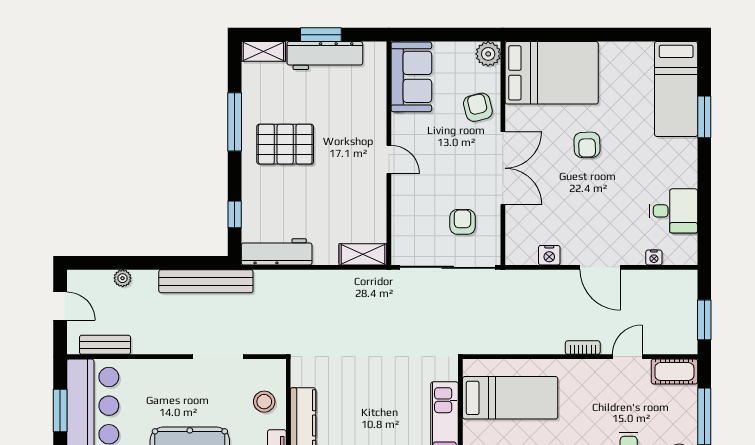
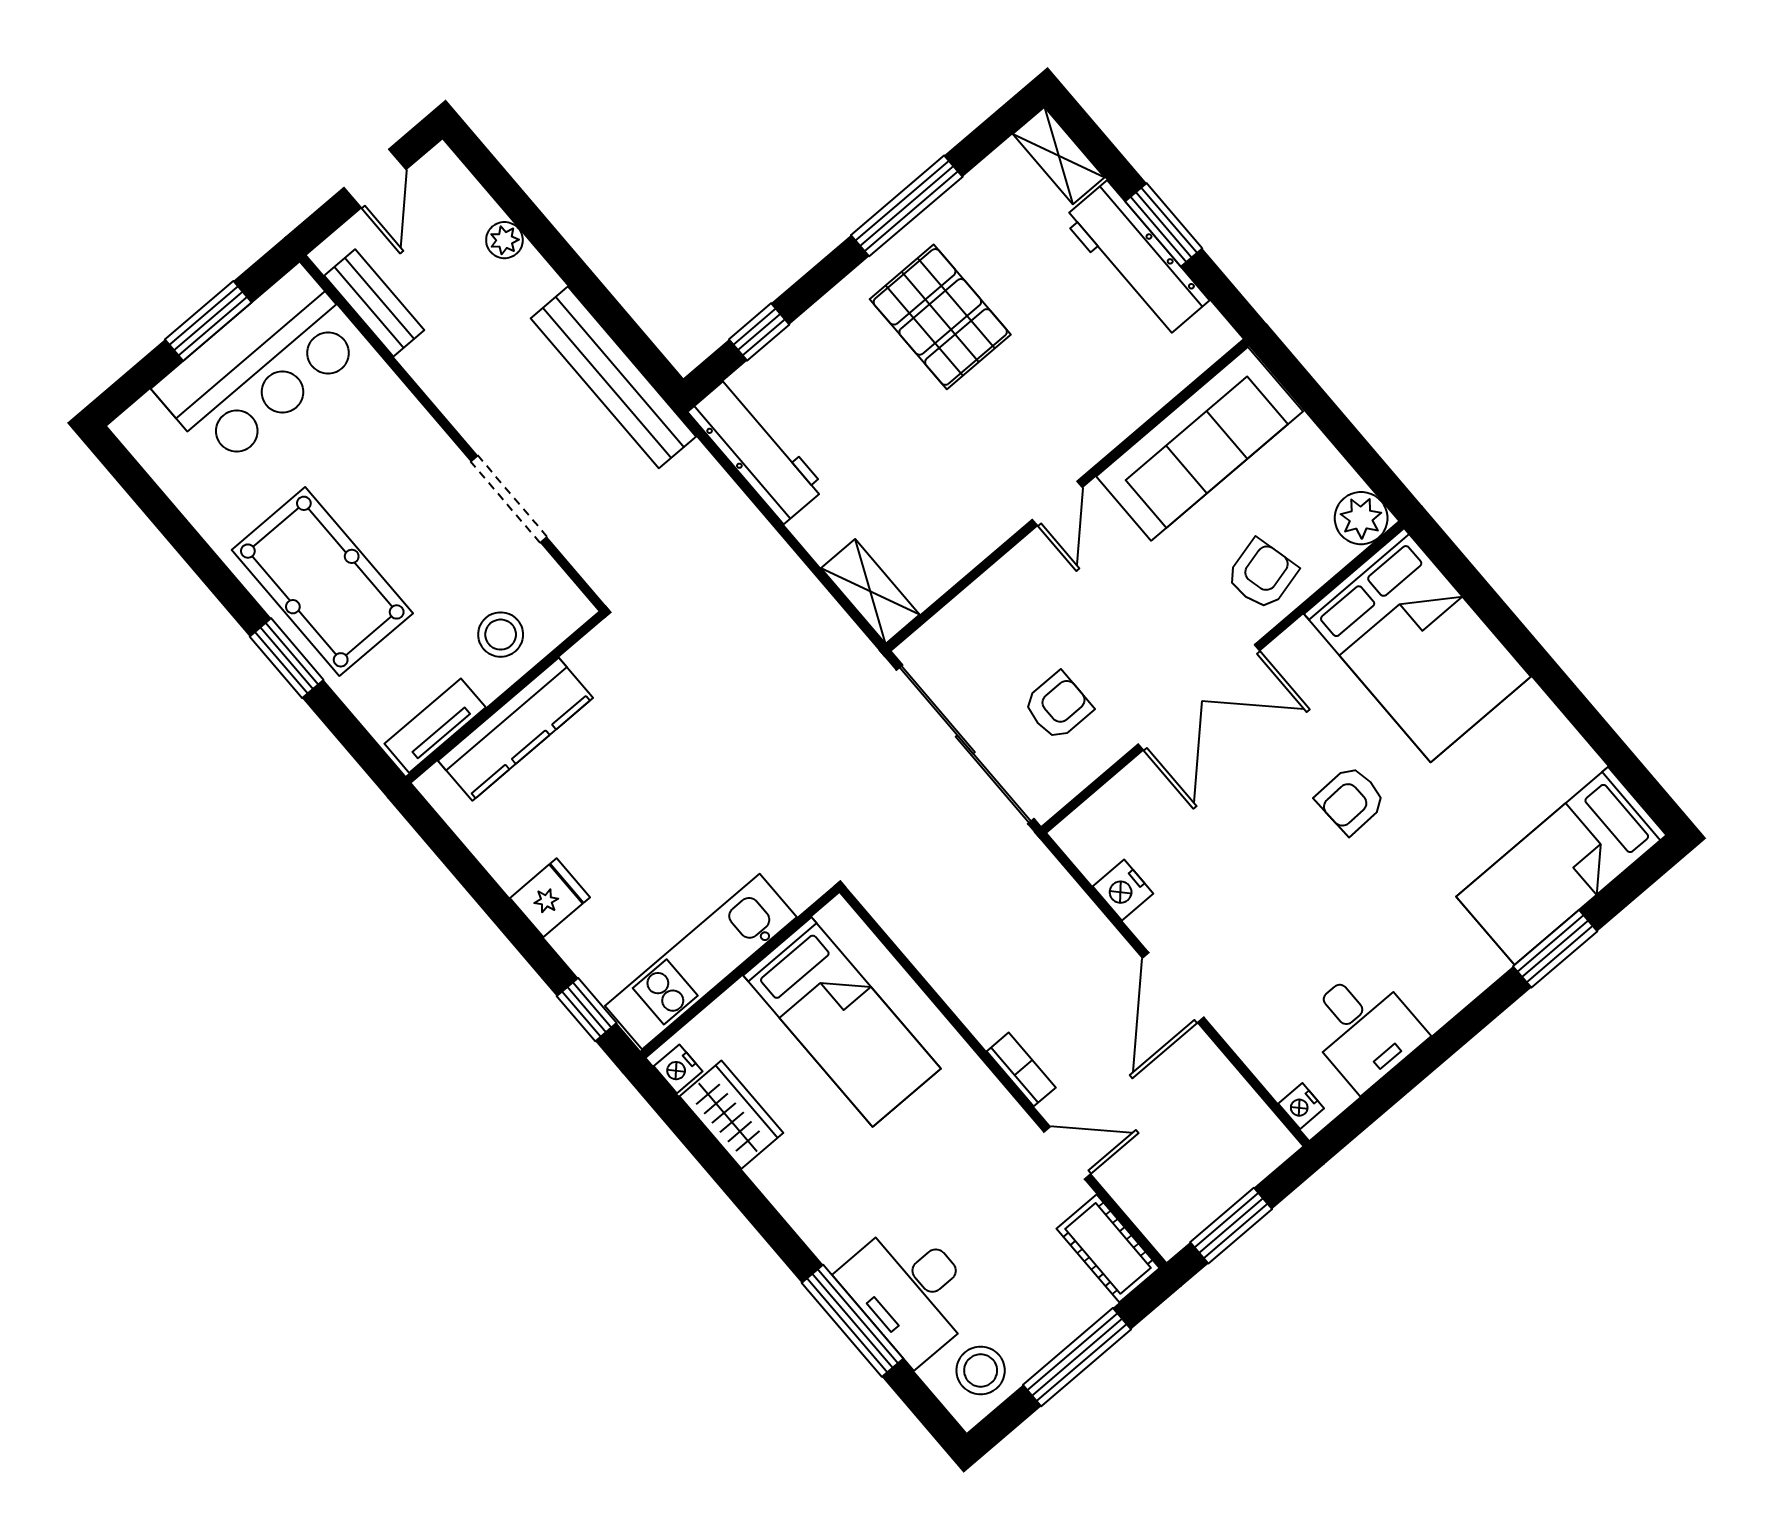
sofa: (411, 77) -> (1200, 444), width x1.36
nightstand: (654, 258) -> (1301, 1106), moved

